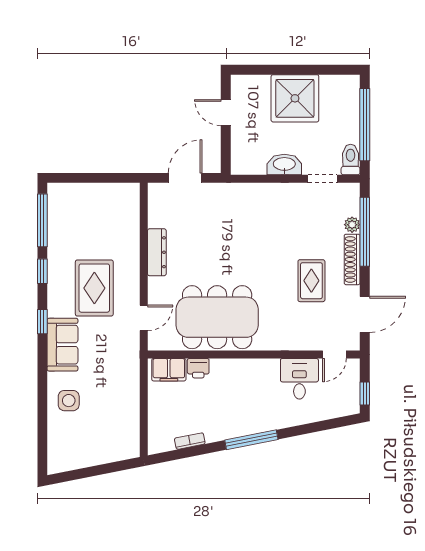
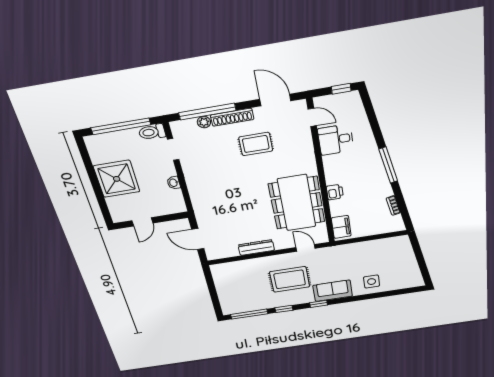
washbasin: (284, 165) -> (174, 183), width x0.52, depth x0.69
printer: (198, 368) -> (335, 192), moved

